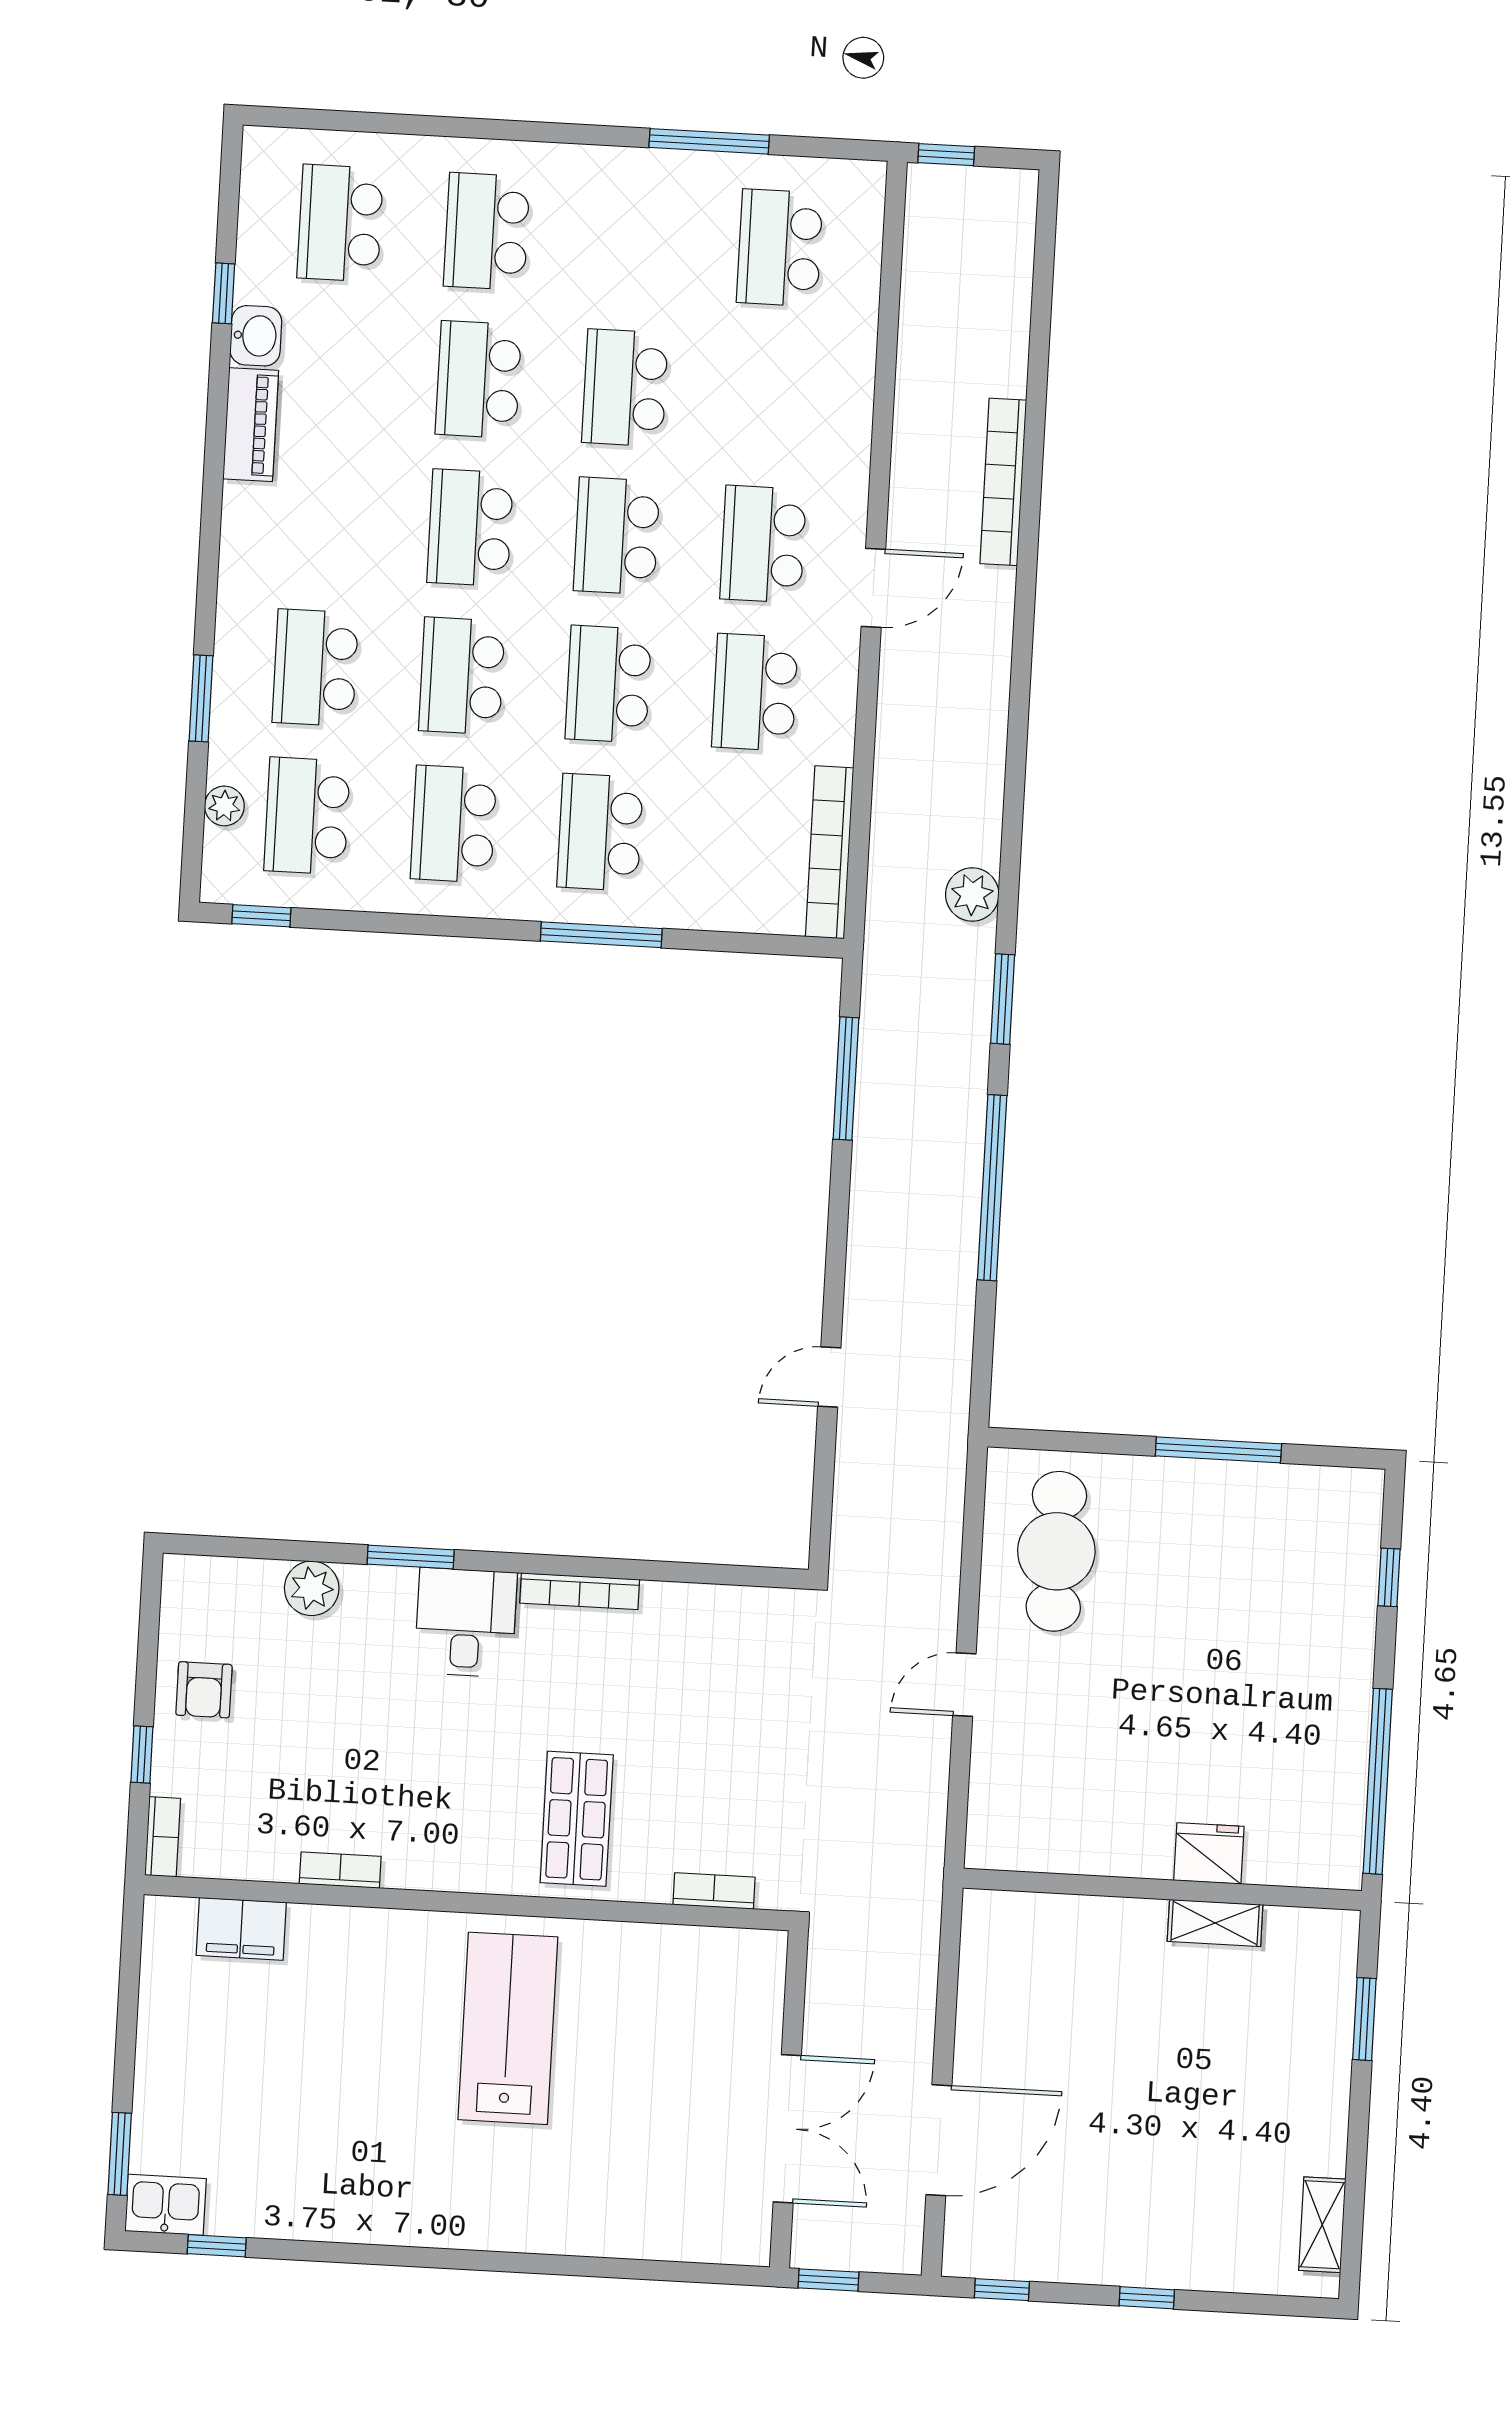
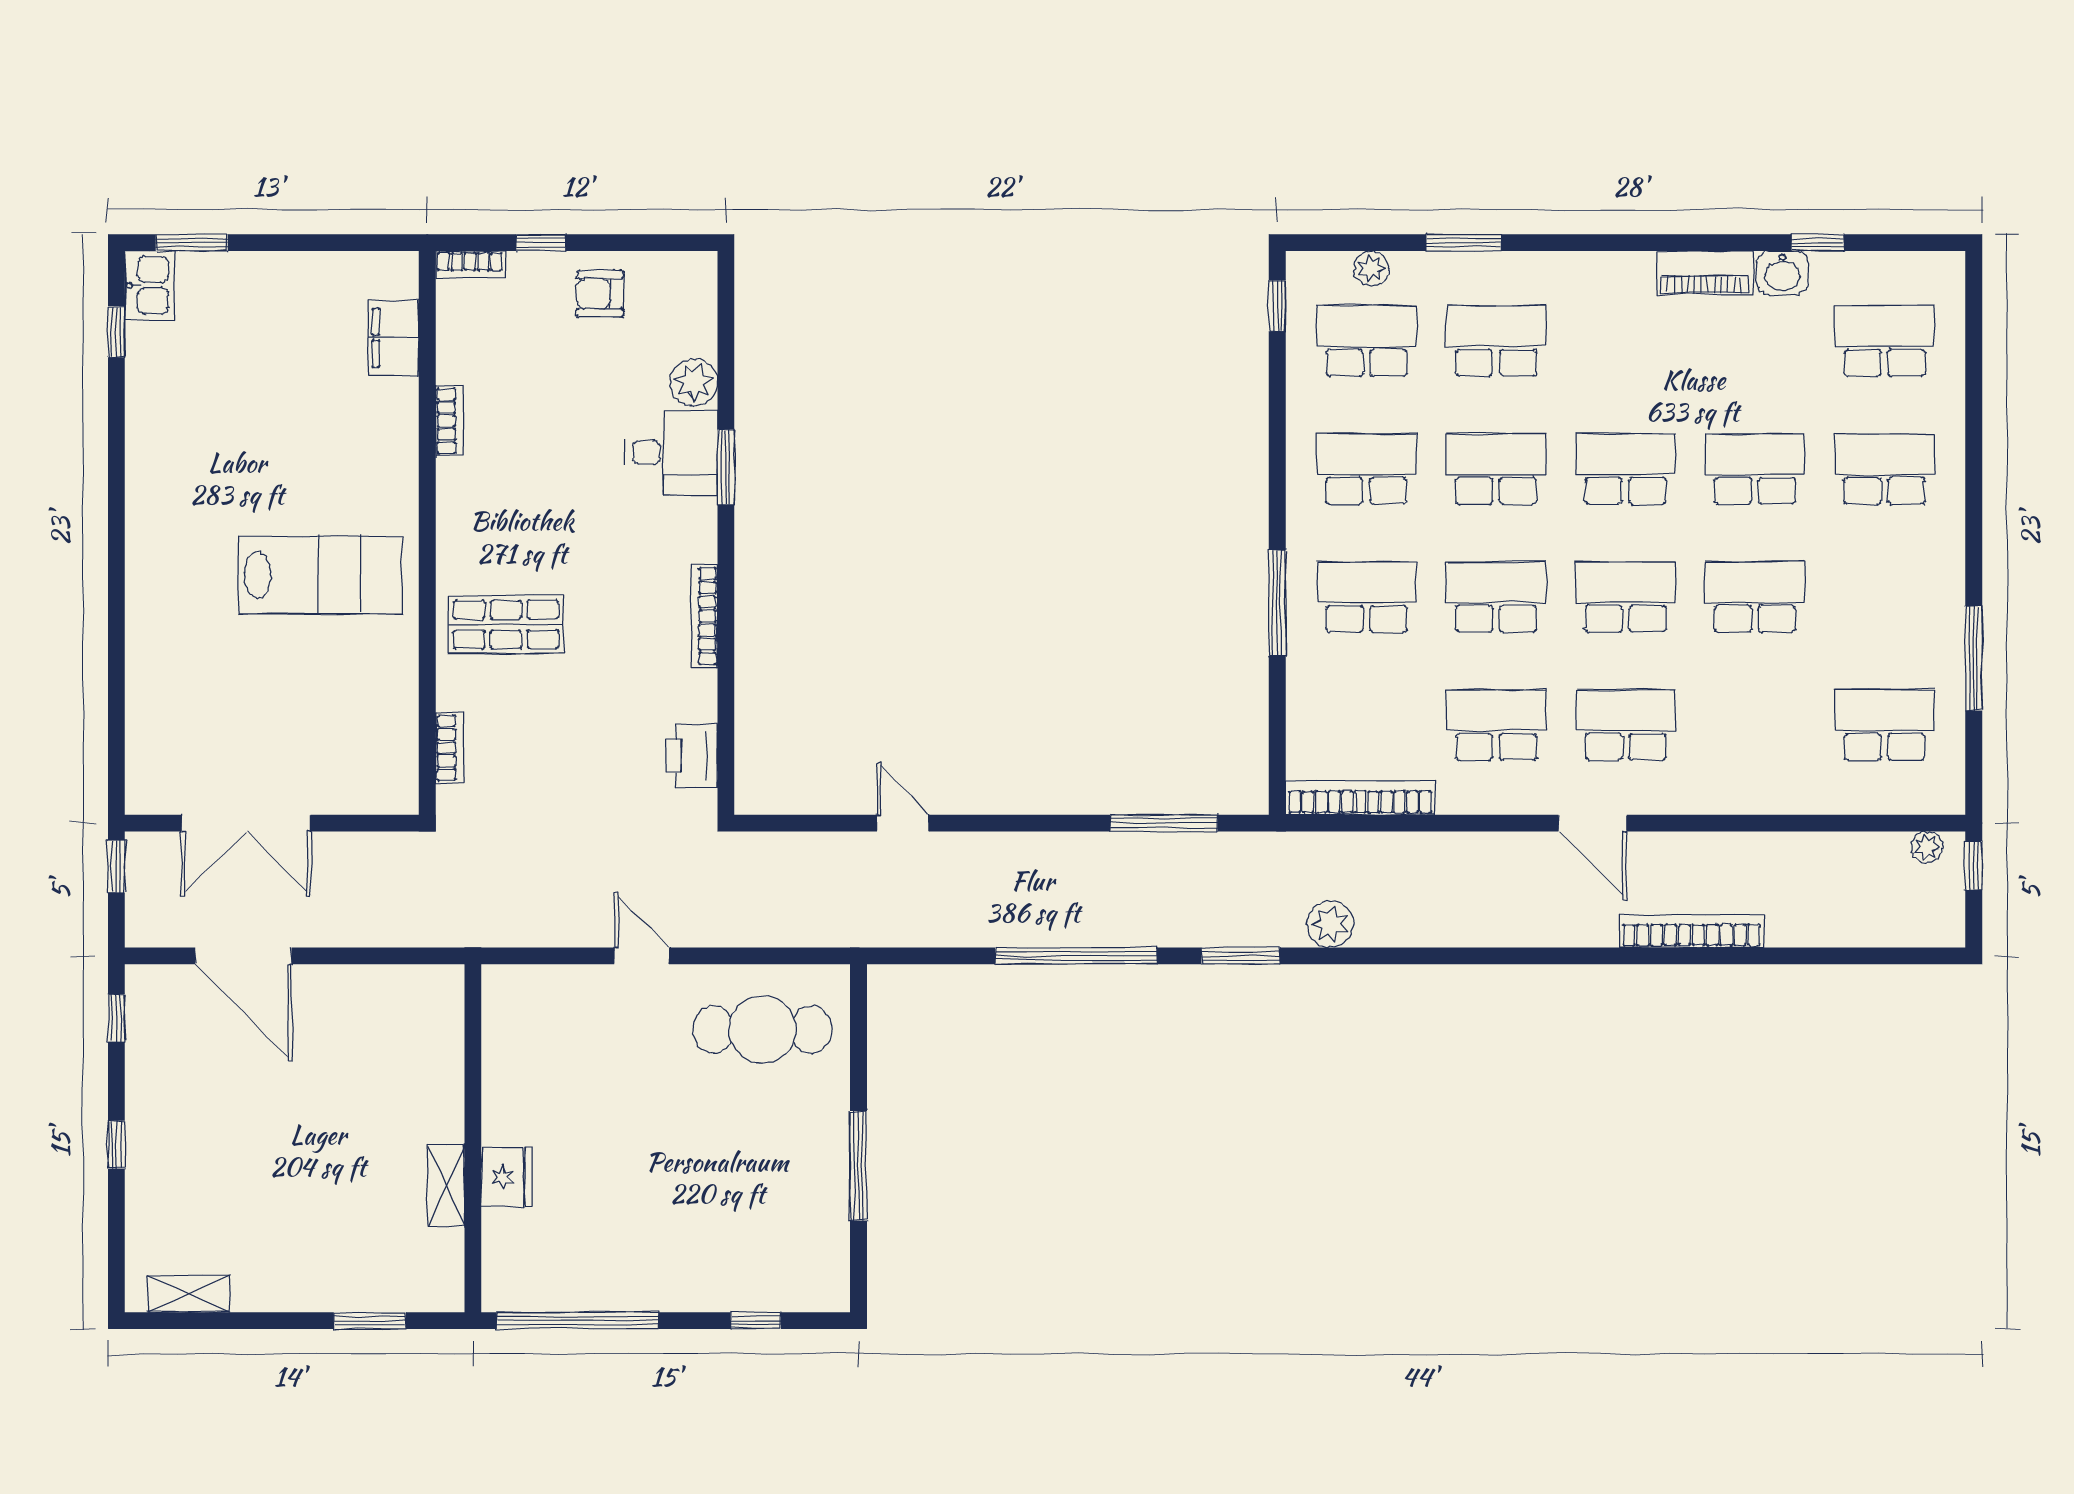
plant: (922, 207) -> (1927, 847), added
printer: (739, 1615) -> (692, 756), added
desk: (466, 1623) -> (671, 452), moved

